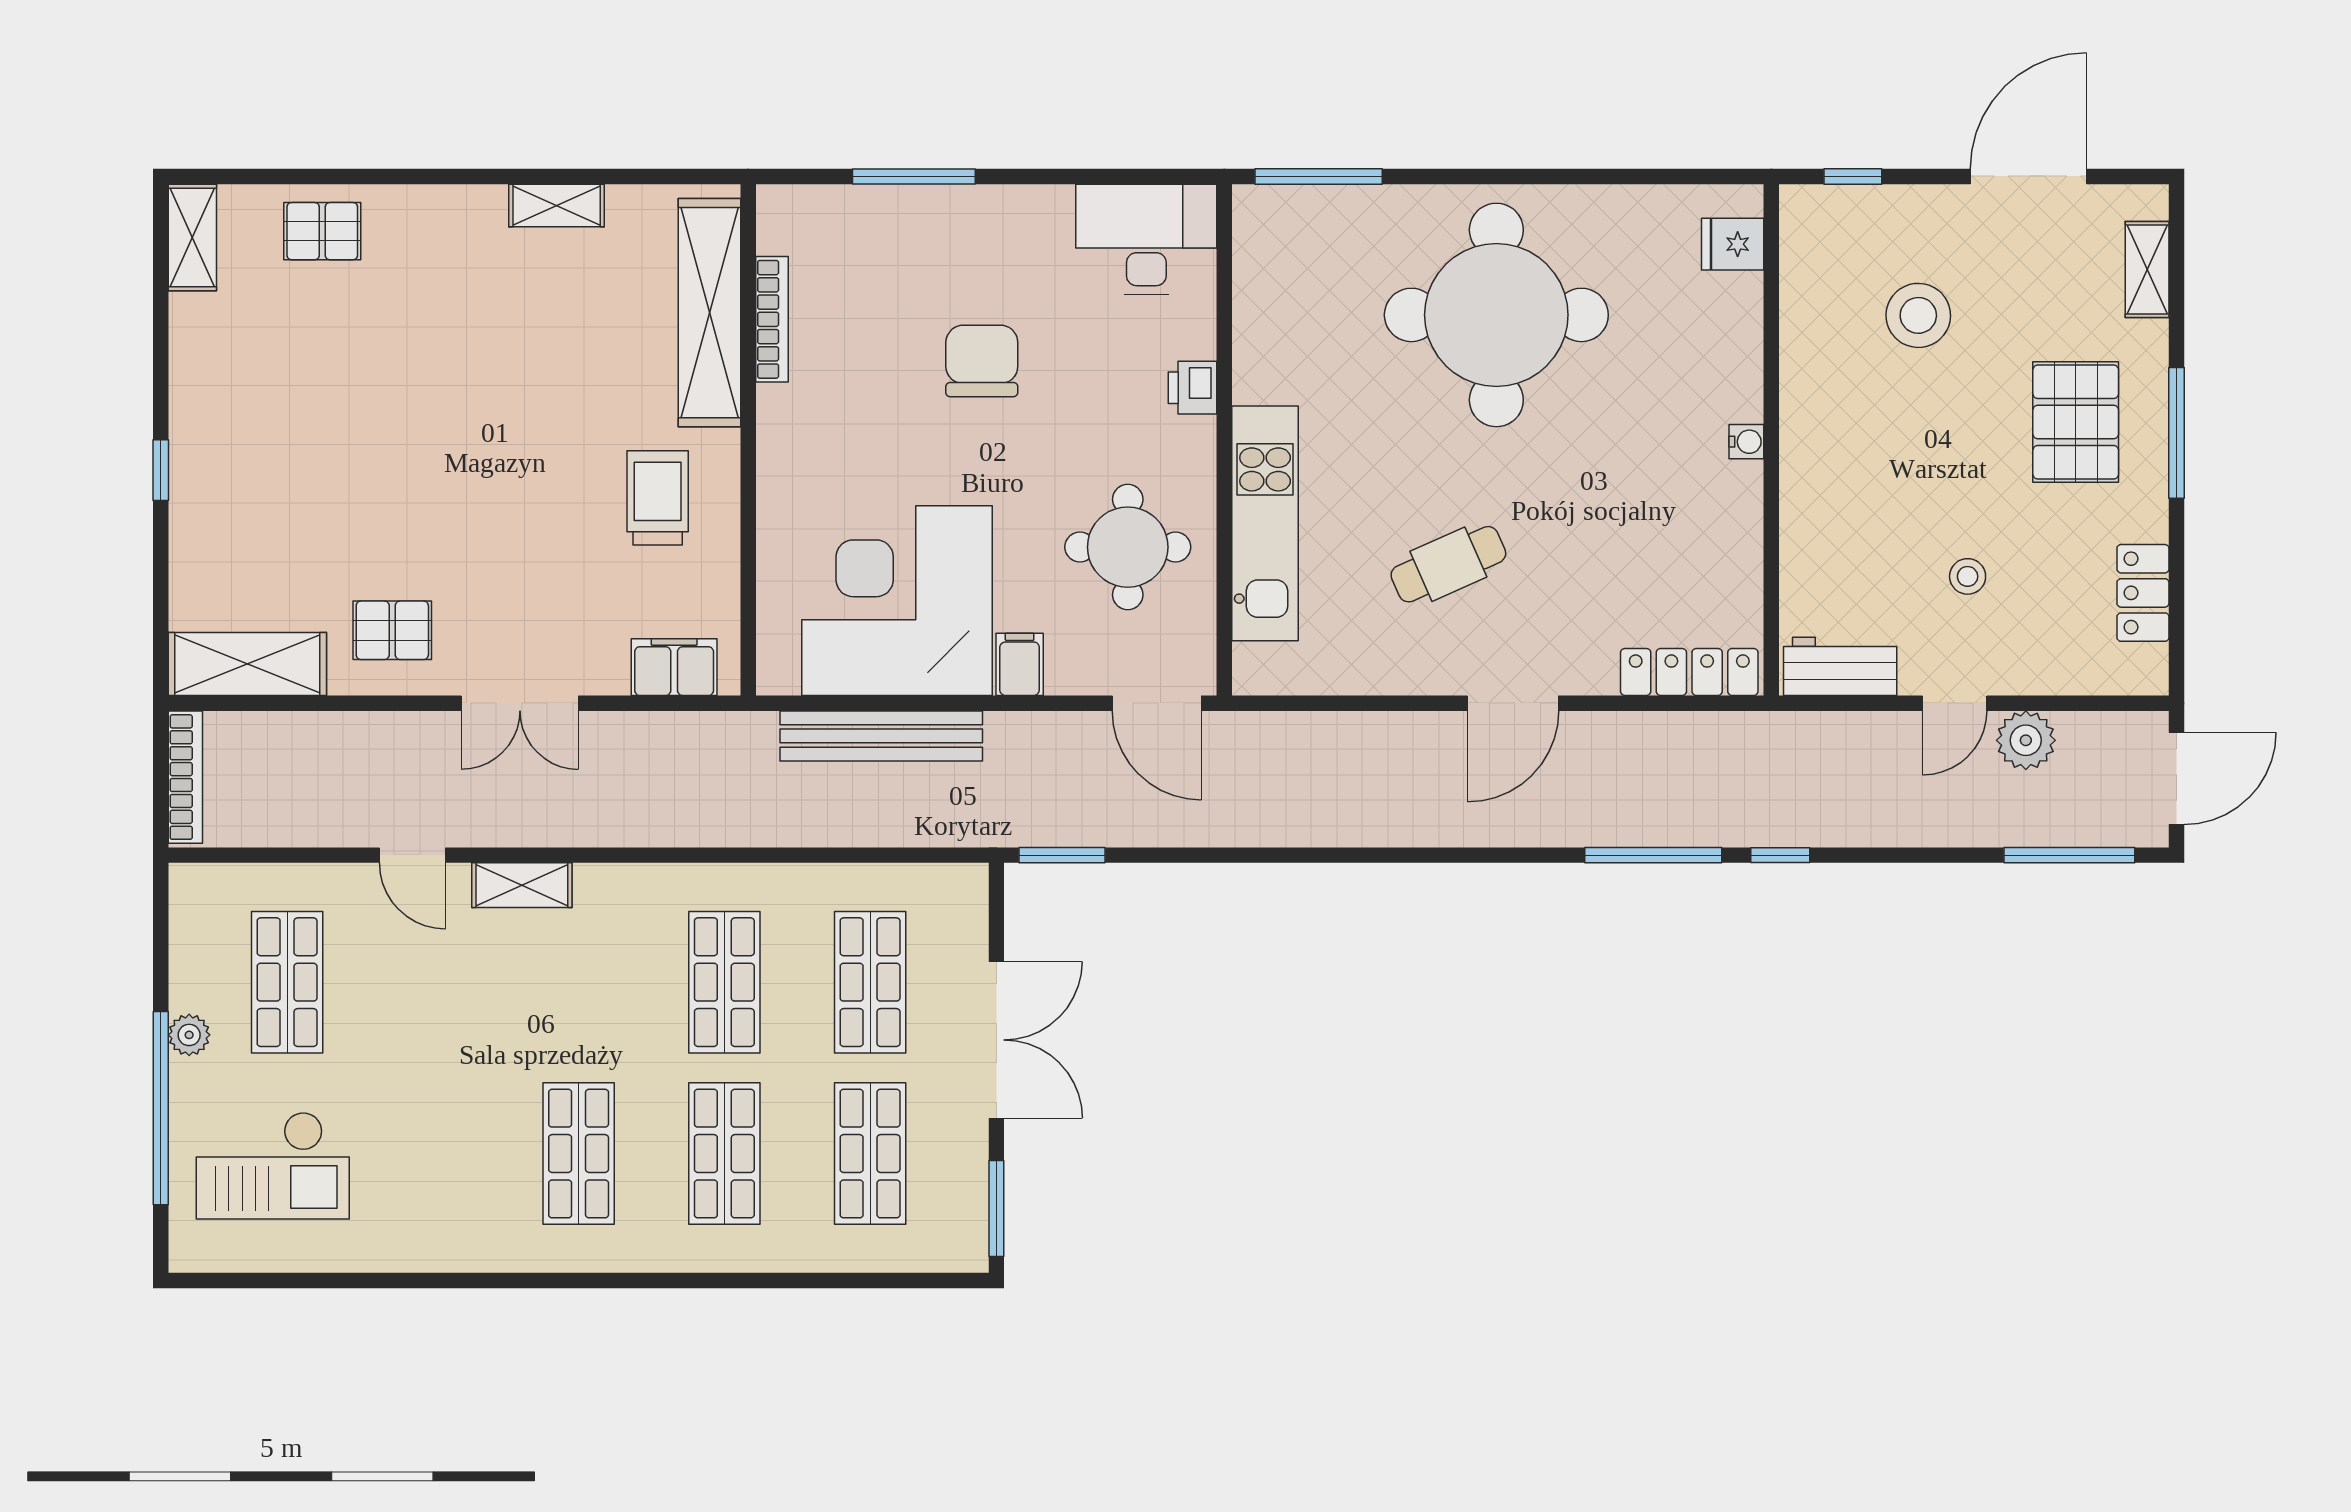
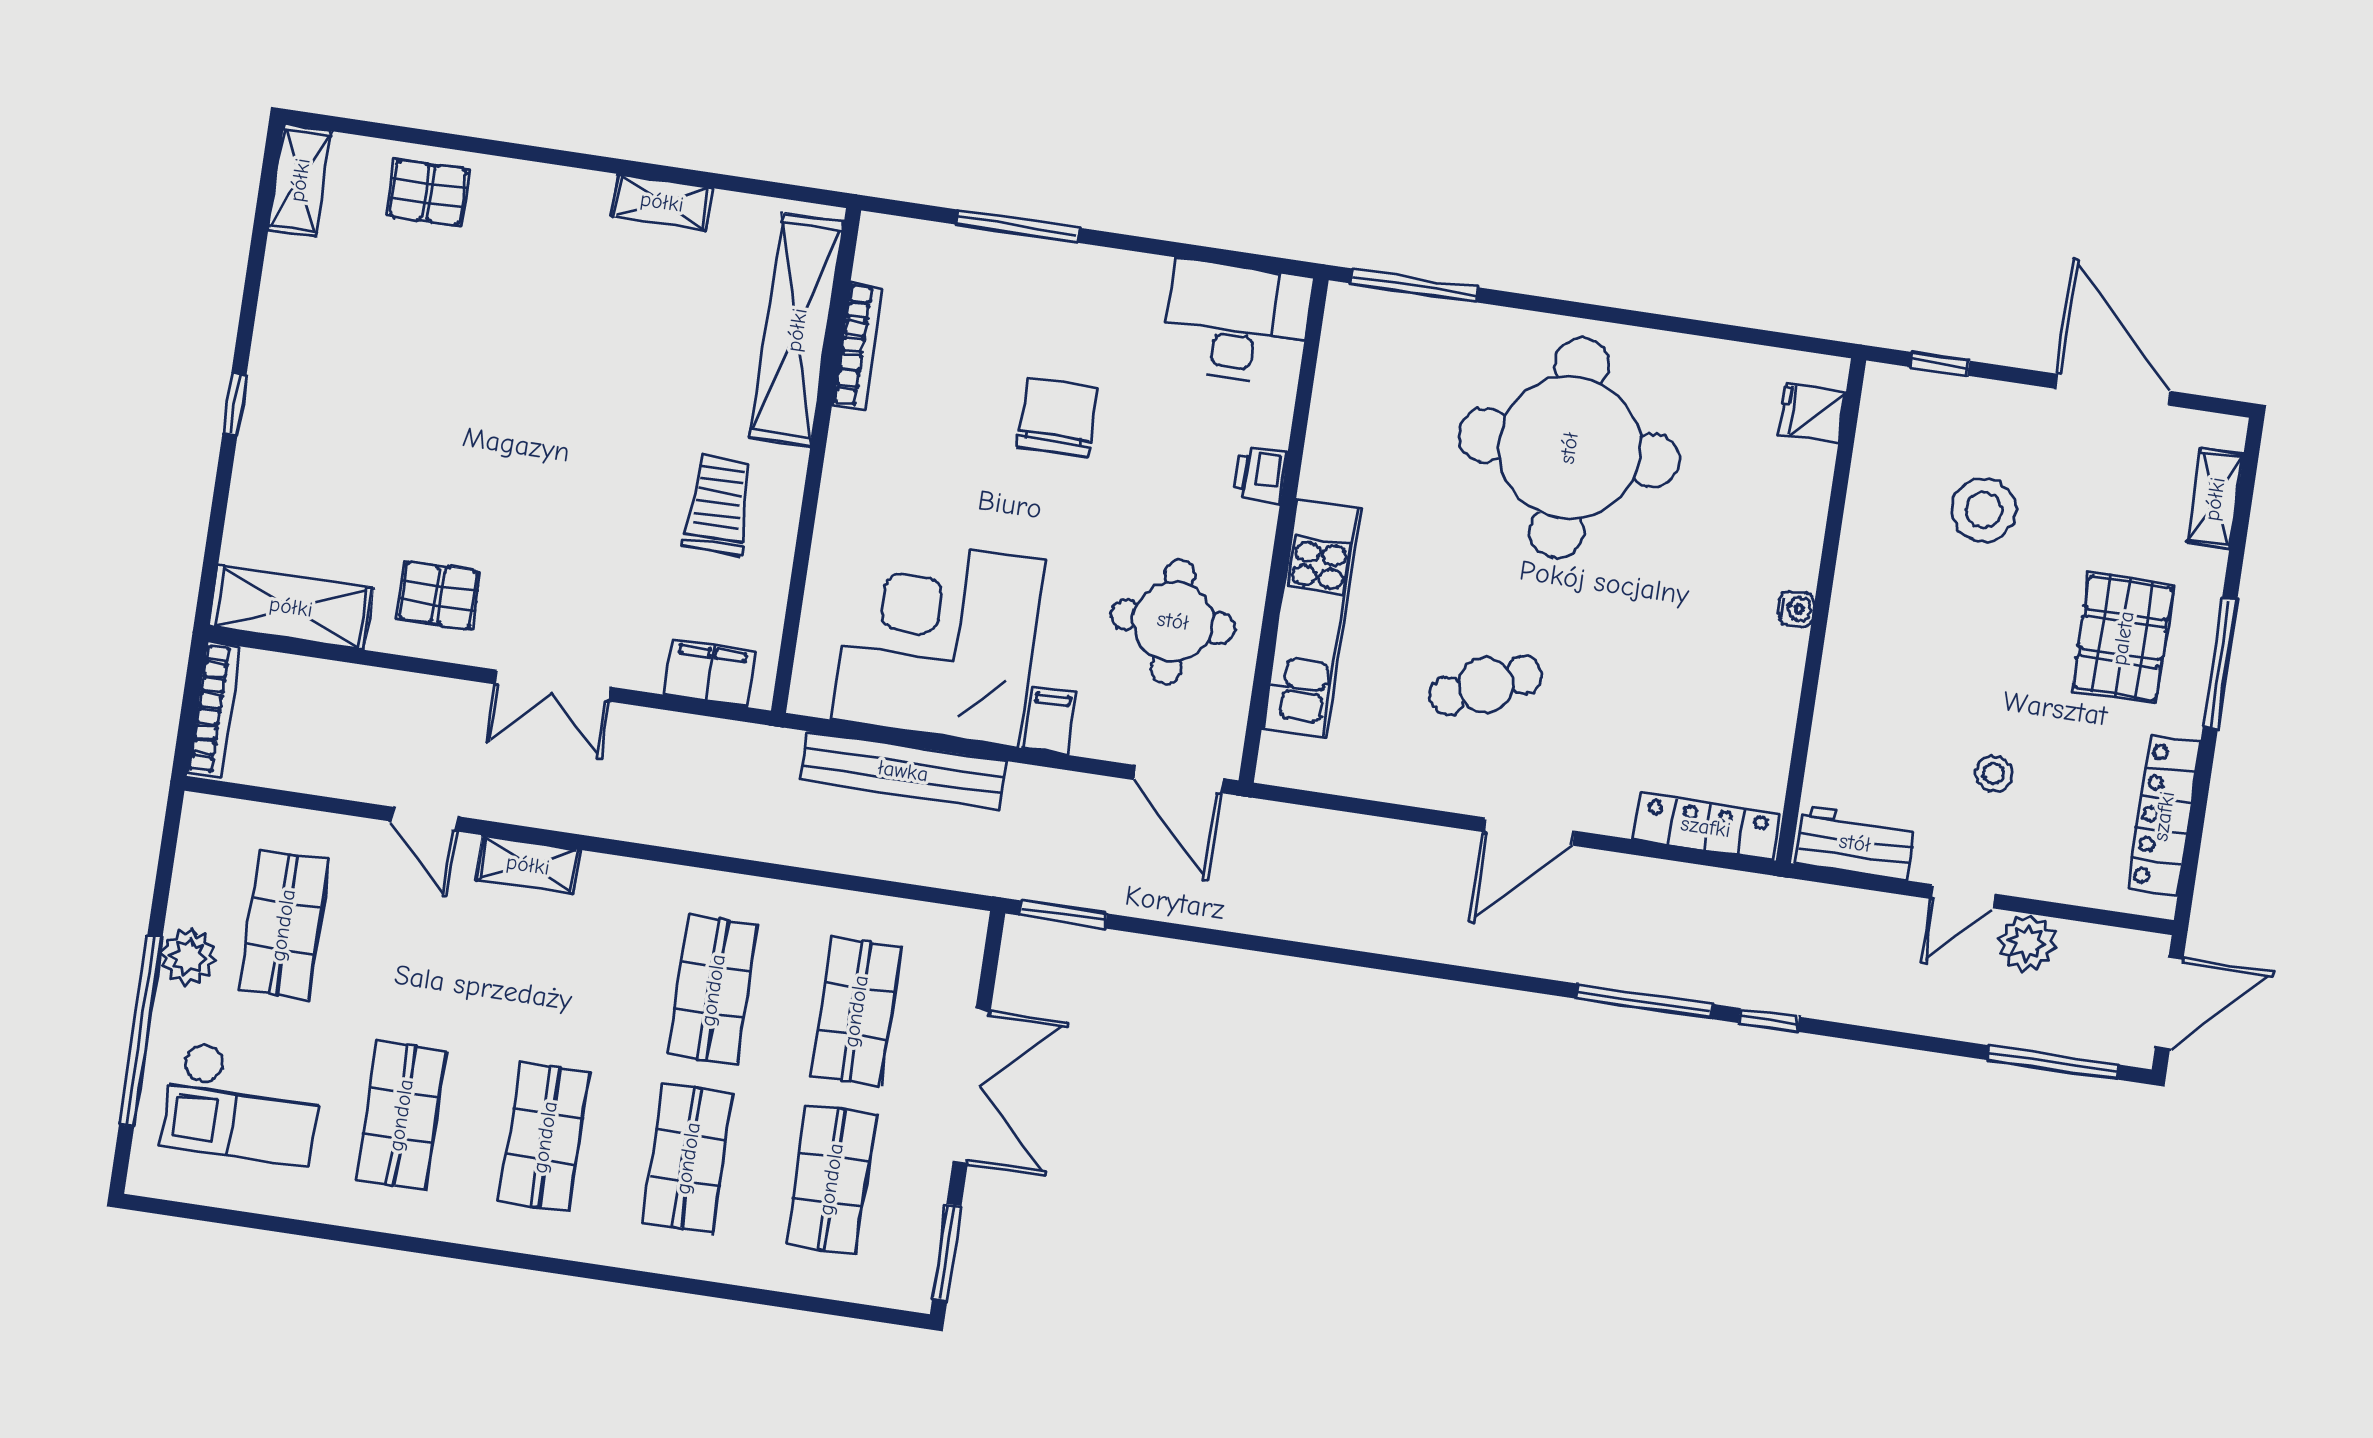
door: (2029, 176) -> (2112, 390), hinge flipped
locker: (2143, 593) -> (2164, 816), width x1.53
plant: (189, 1035) -> (188, 956), width x1.38, depth x1.38
shop shelf: (433, 1154) -> (401, 1115), added

